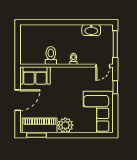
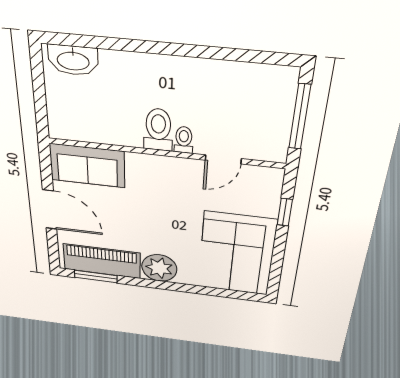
washbasin: (91, 30) -> (73, 60), moved
toilet: (51, 56) -> (158, 130), moved
door: (103, 66) -> (223, 159), moved
door: (18, 100) -> (50, 210), hinge flipped

